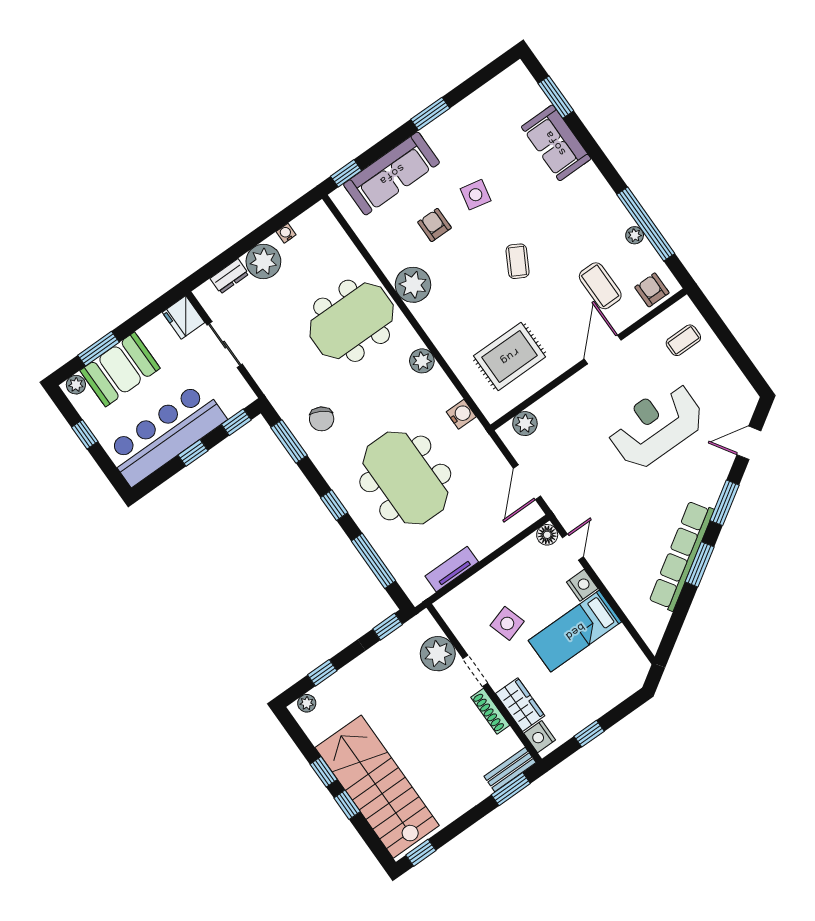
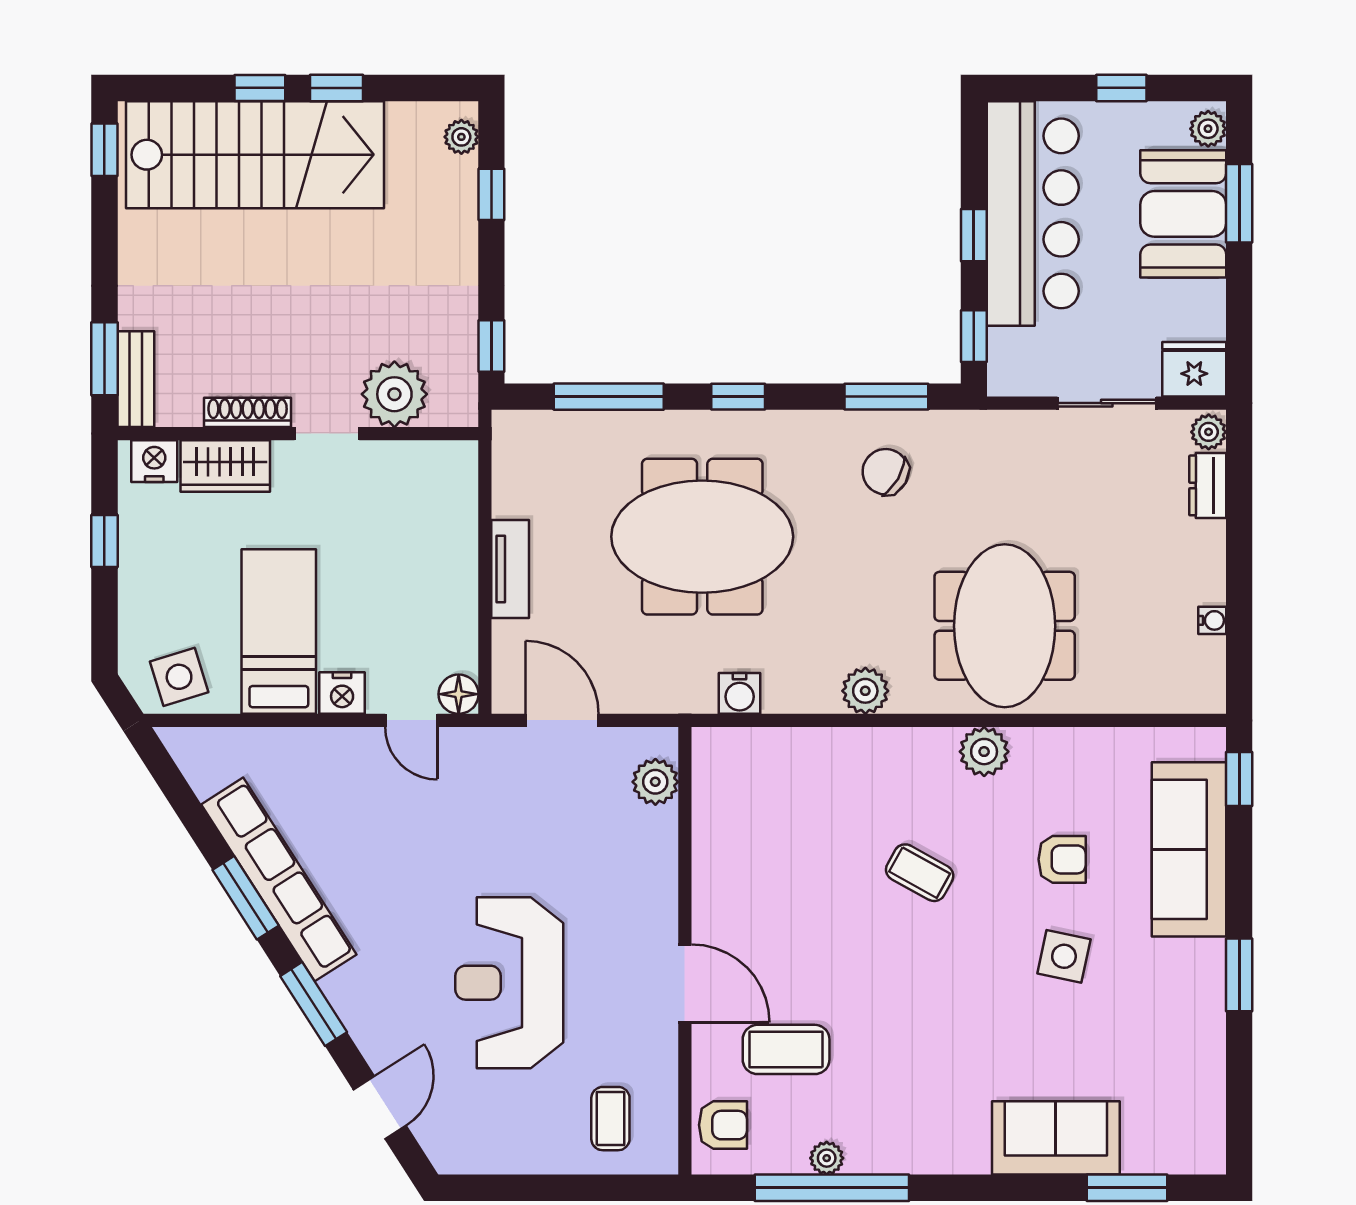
plant: (263, 261) -> (1209, 432), moved, width x0.53, depth x0.53
coffee table: (518, 261) -> (920, 873), moved
plant: (413, 285) -> (984, 752), width x0.73, depth x0.73
rug: (510, 356) -> (776, 831), removed
reception desk: (656, 425) -> (509, 983), turned 180
tv unit: (452, 569) -> (510, 569), moved
side table: (507, 623) -> (179, 677), moved

